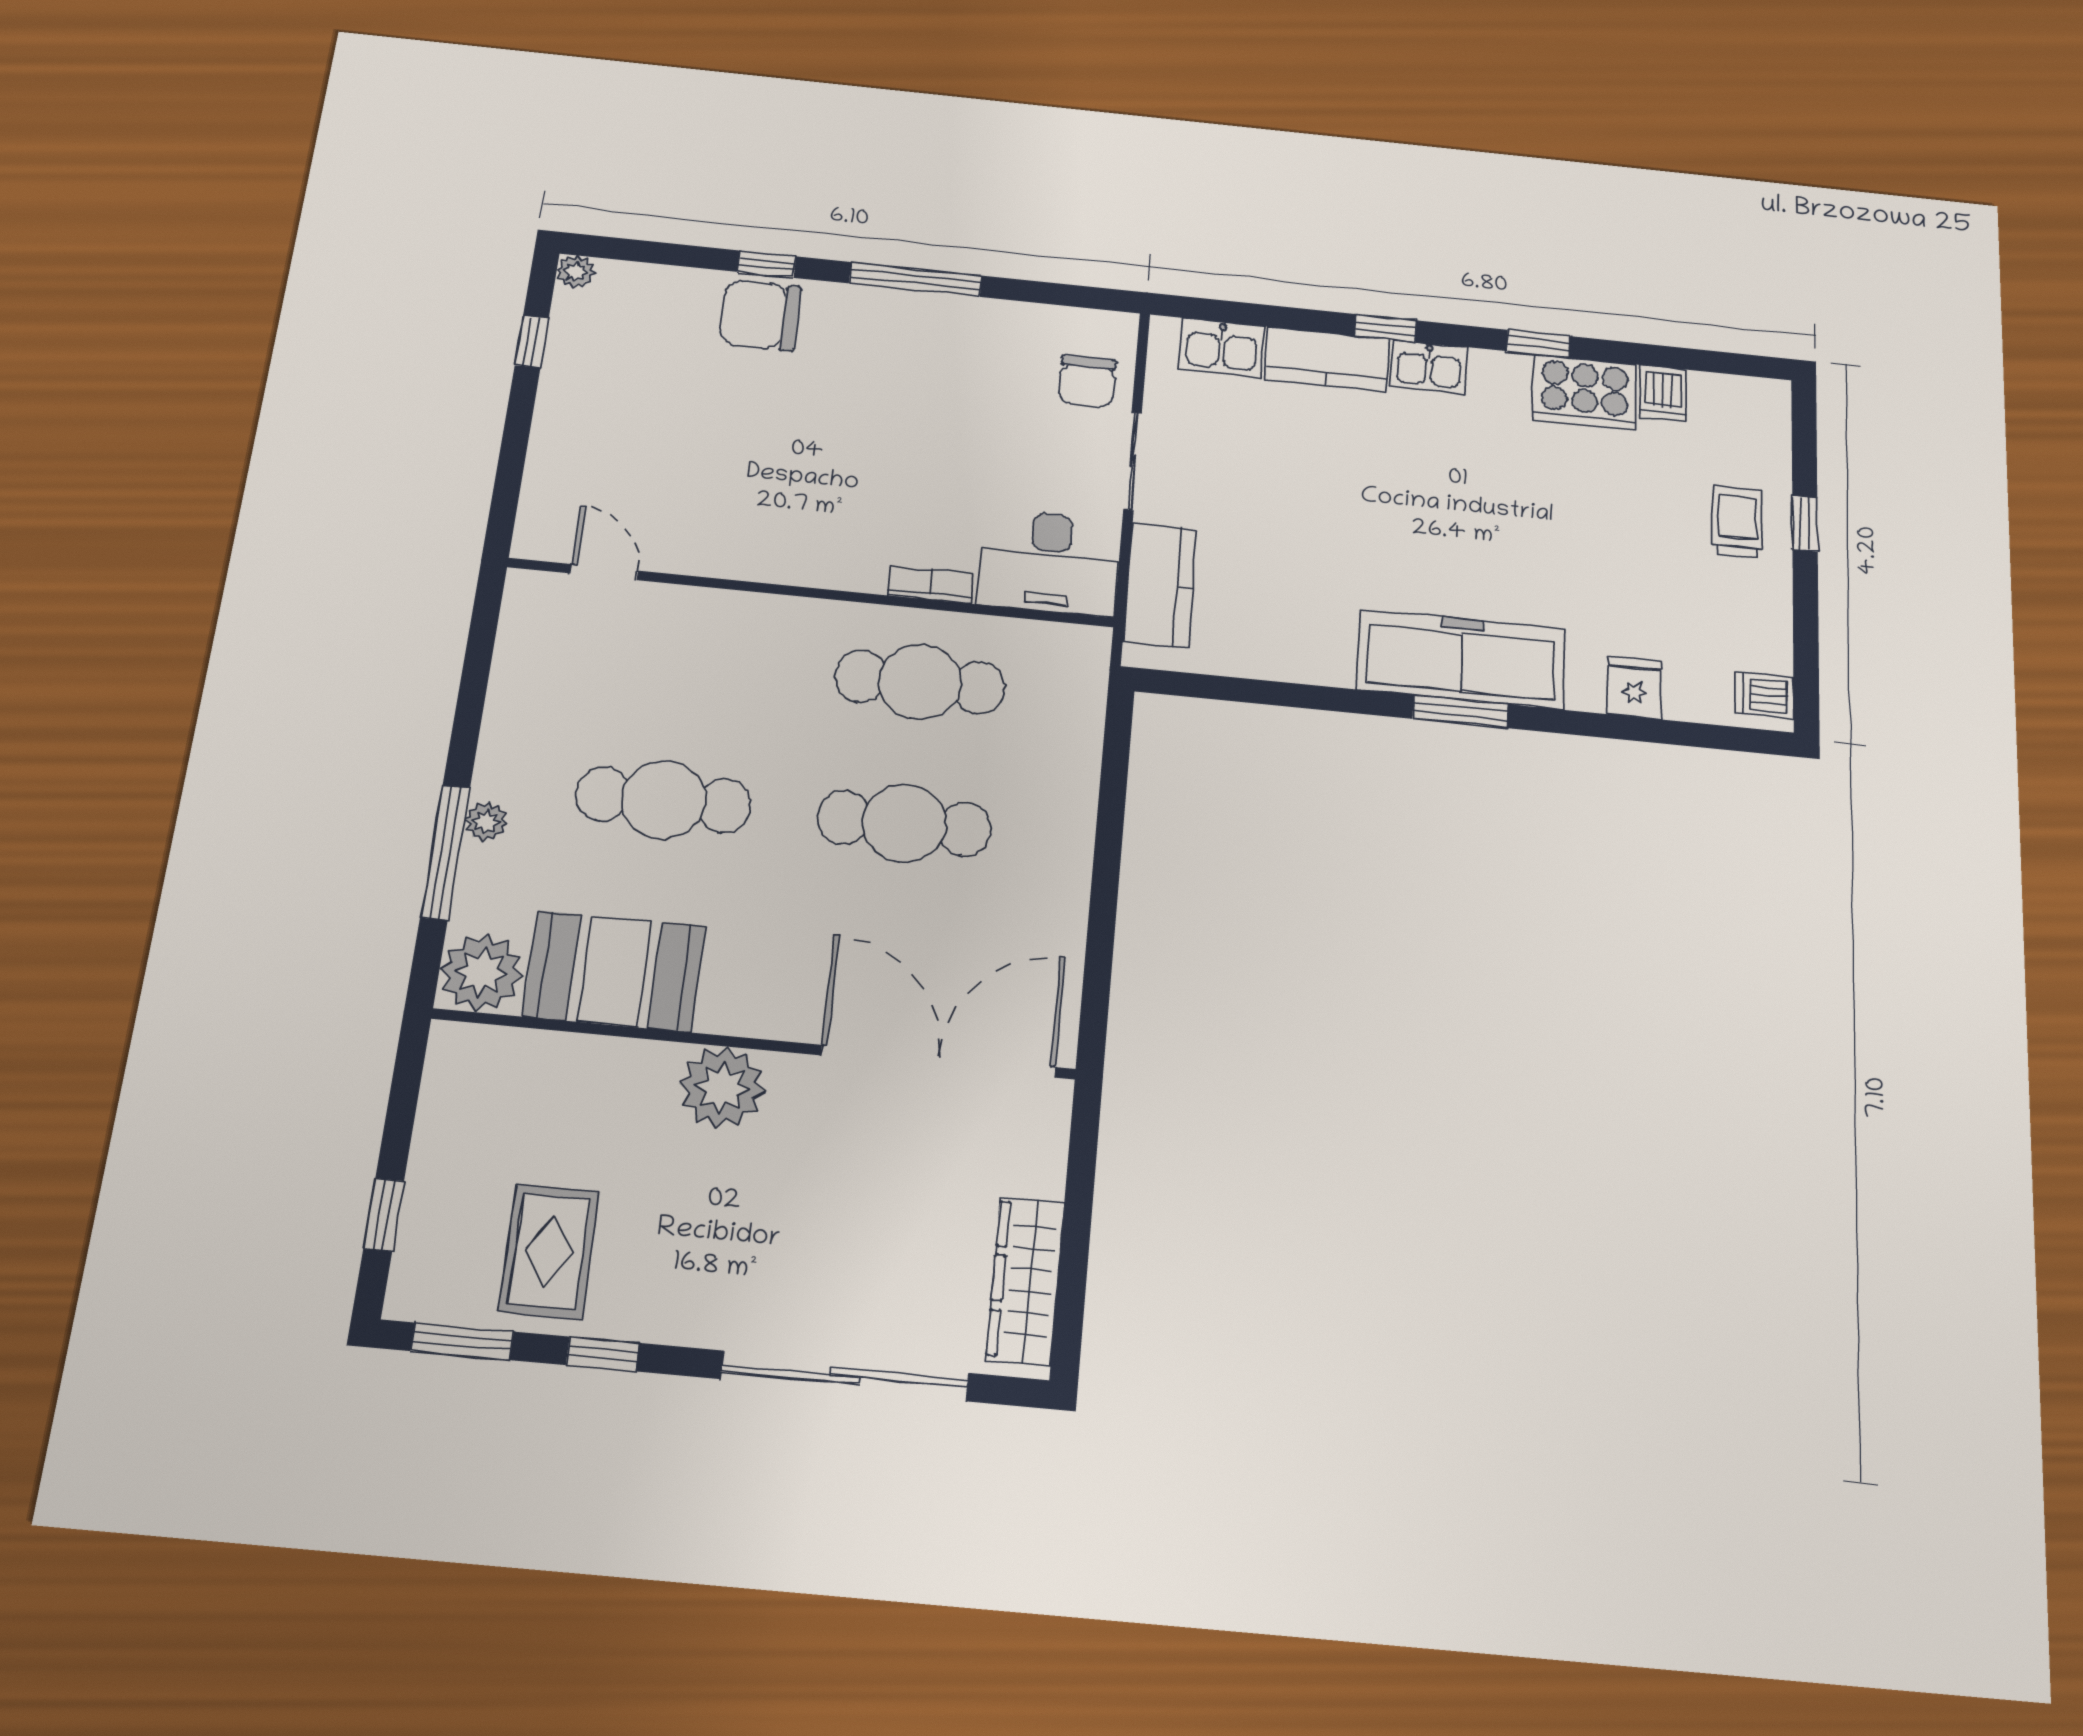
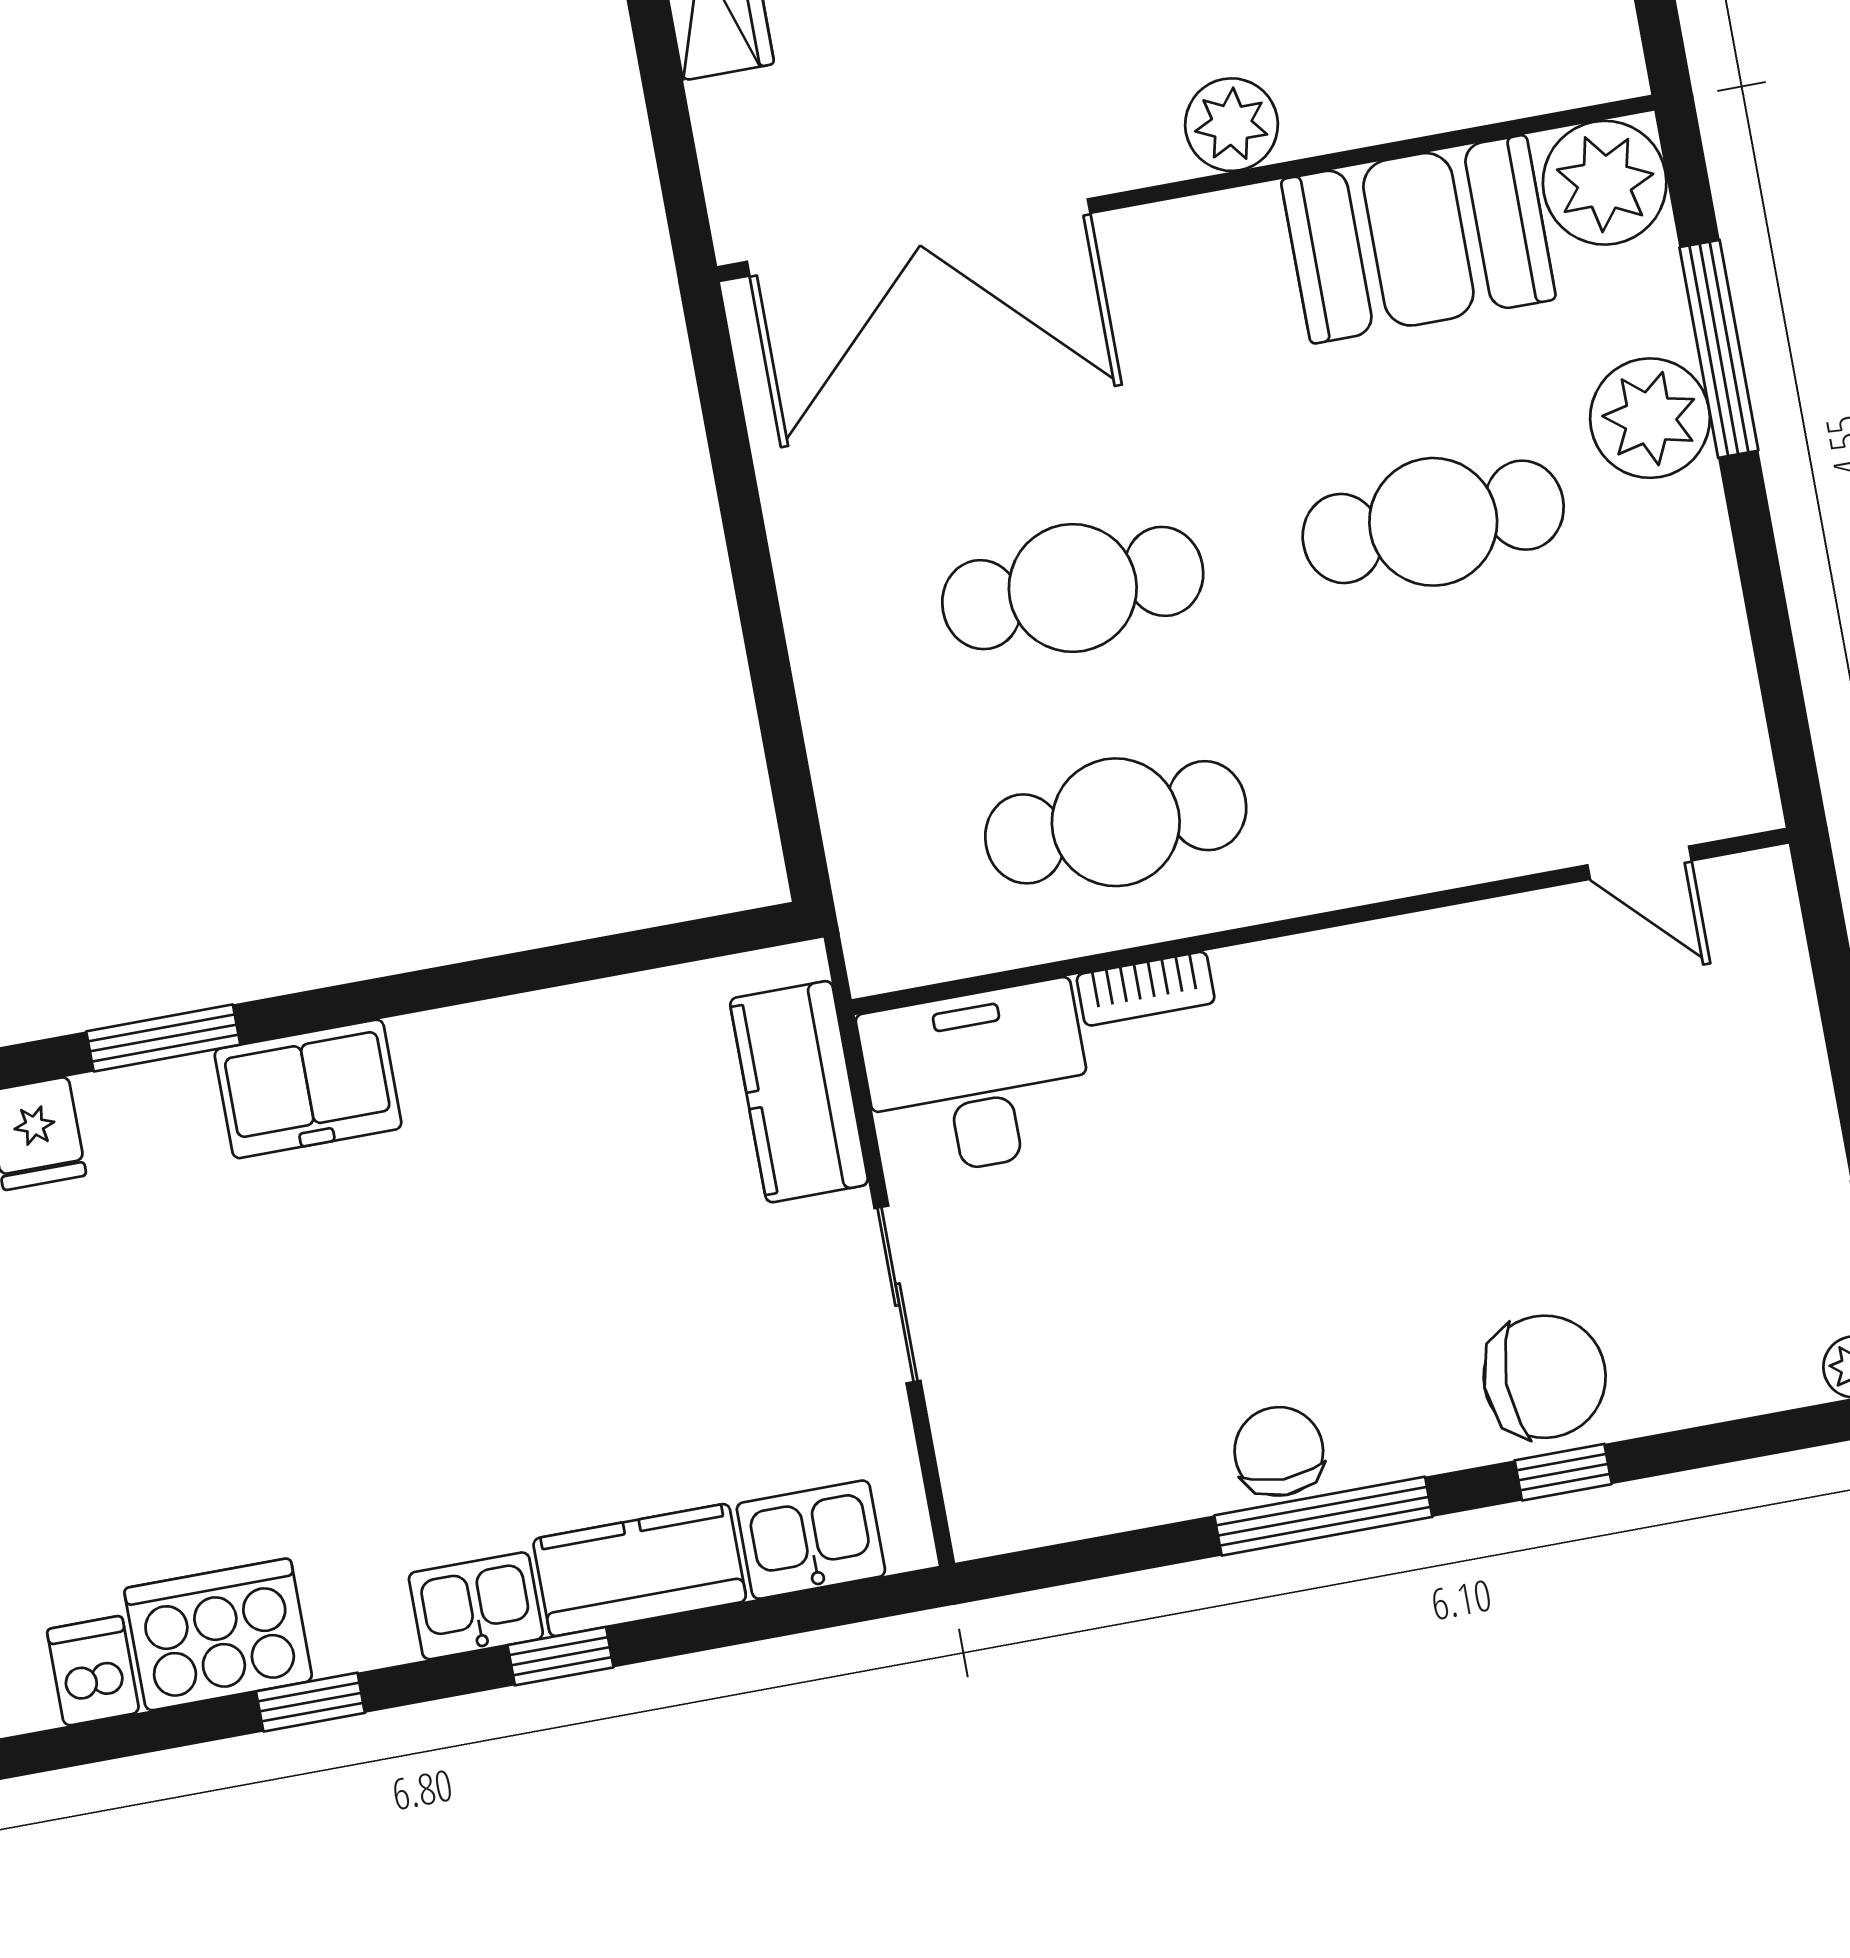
chair: (1087, 381) -> (1279, 1451), moved
freezer: (1461, 659) -> (308, 1089), width x0.52, depth x0.79
window: (1460, 712) -> (163, 1038), moved
plant: (486, 822) -> (1650, 418), width x1.88, depth x1.88
plant: (722, 1087) -> (1232, 125), width x0.73, depth x0.73

